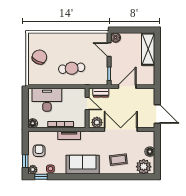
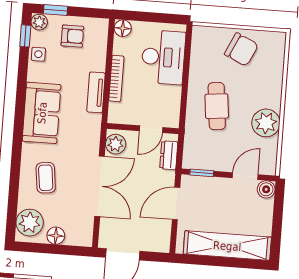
plant: (79, 40) -> (266, 123), added
shelving: (148, 49) -> (227, 246), width x1.47
door: (127, 87) -> (176, 204), swing flipped

